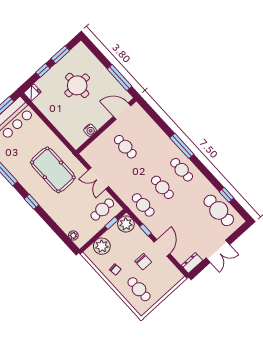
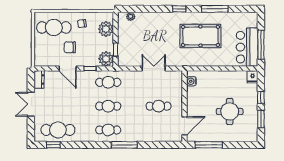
water cooler: (90, 130) -> (191, 81), moved
pool table: (53, 170) -> (200, 36), moved
window: (226, 195) -> (53, 145), moved
cafe table: (102, 210) -> (130, 52), removed
cafe table: (139, 289) -> (54, 27), width x1.37, depth x1.35

